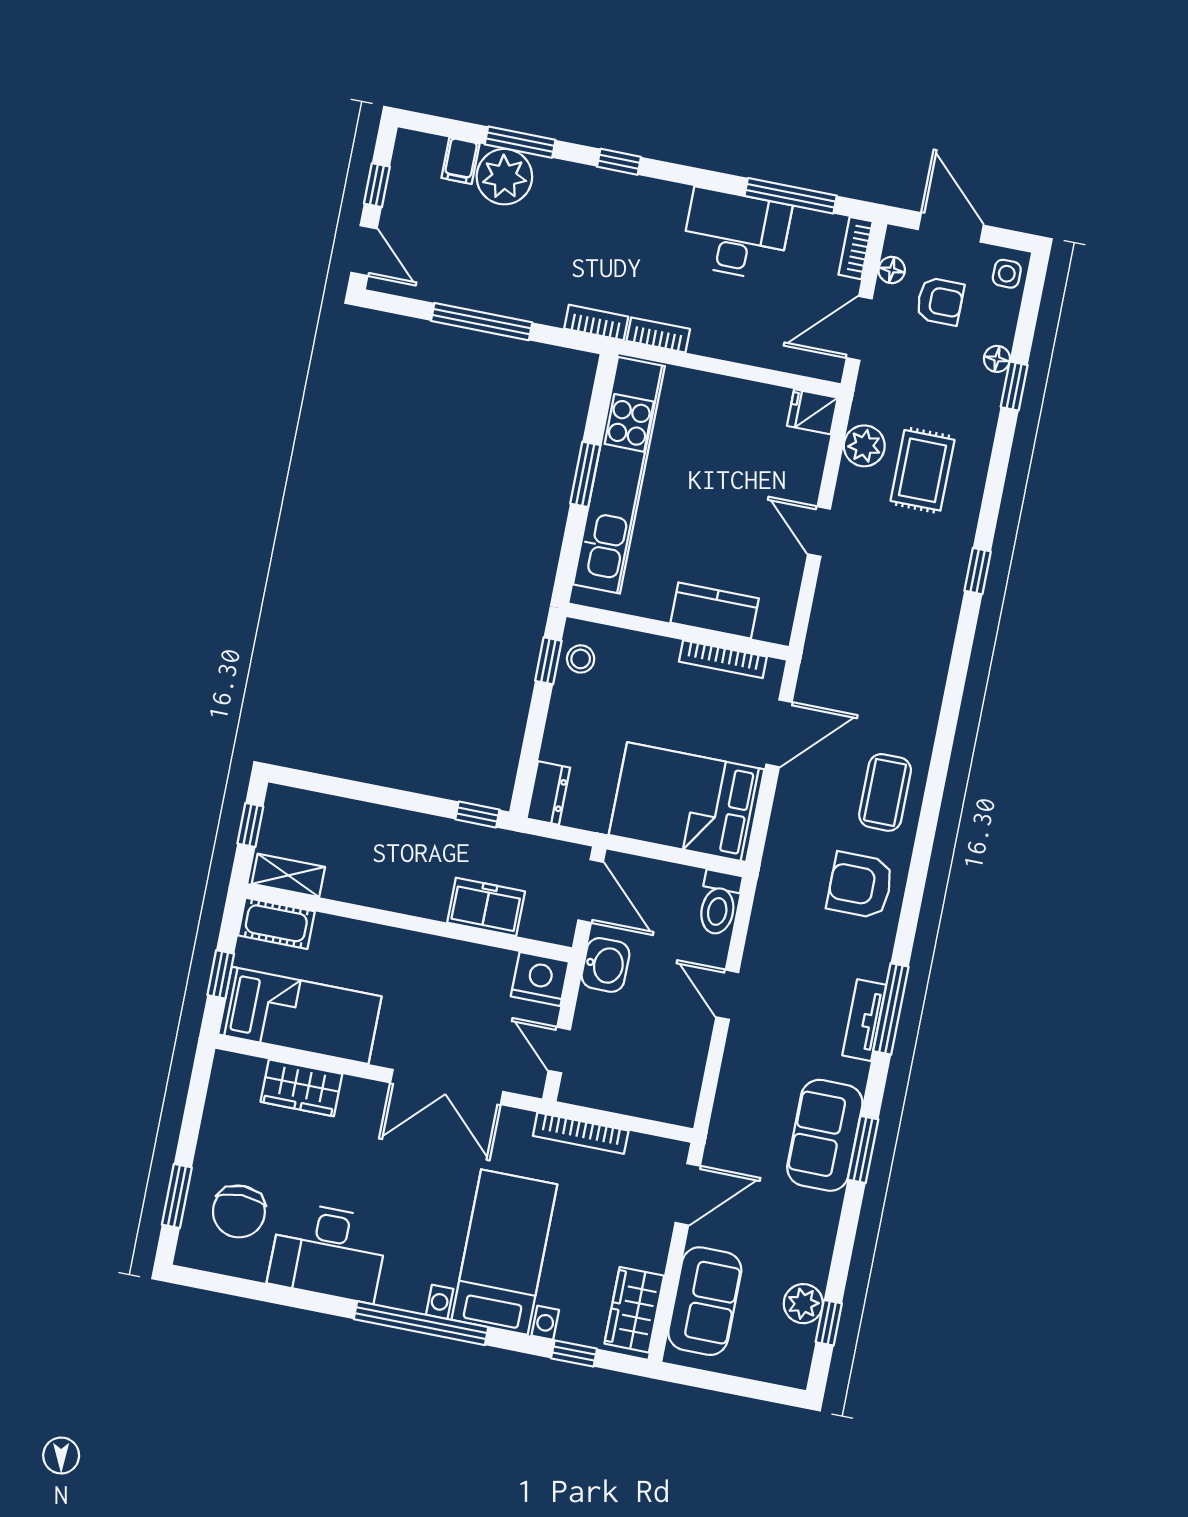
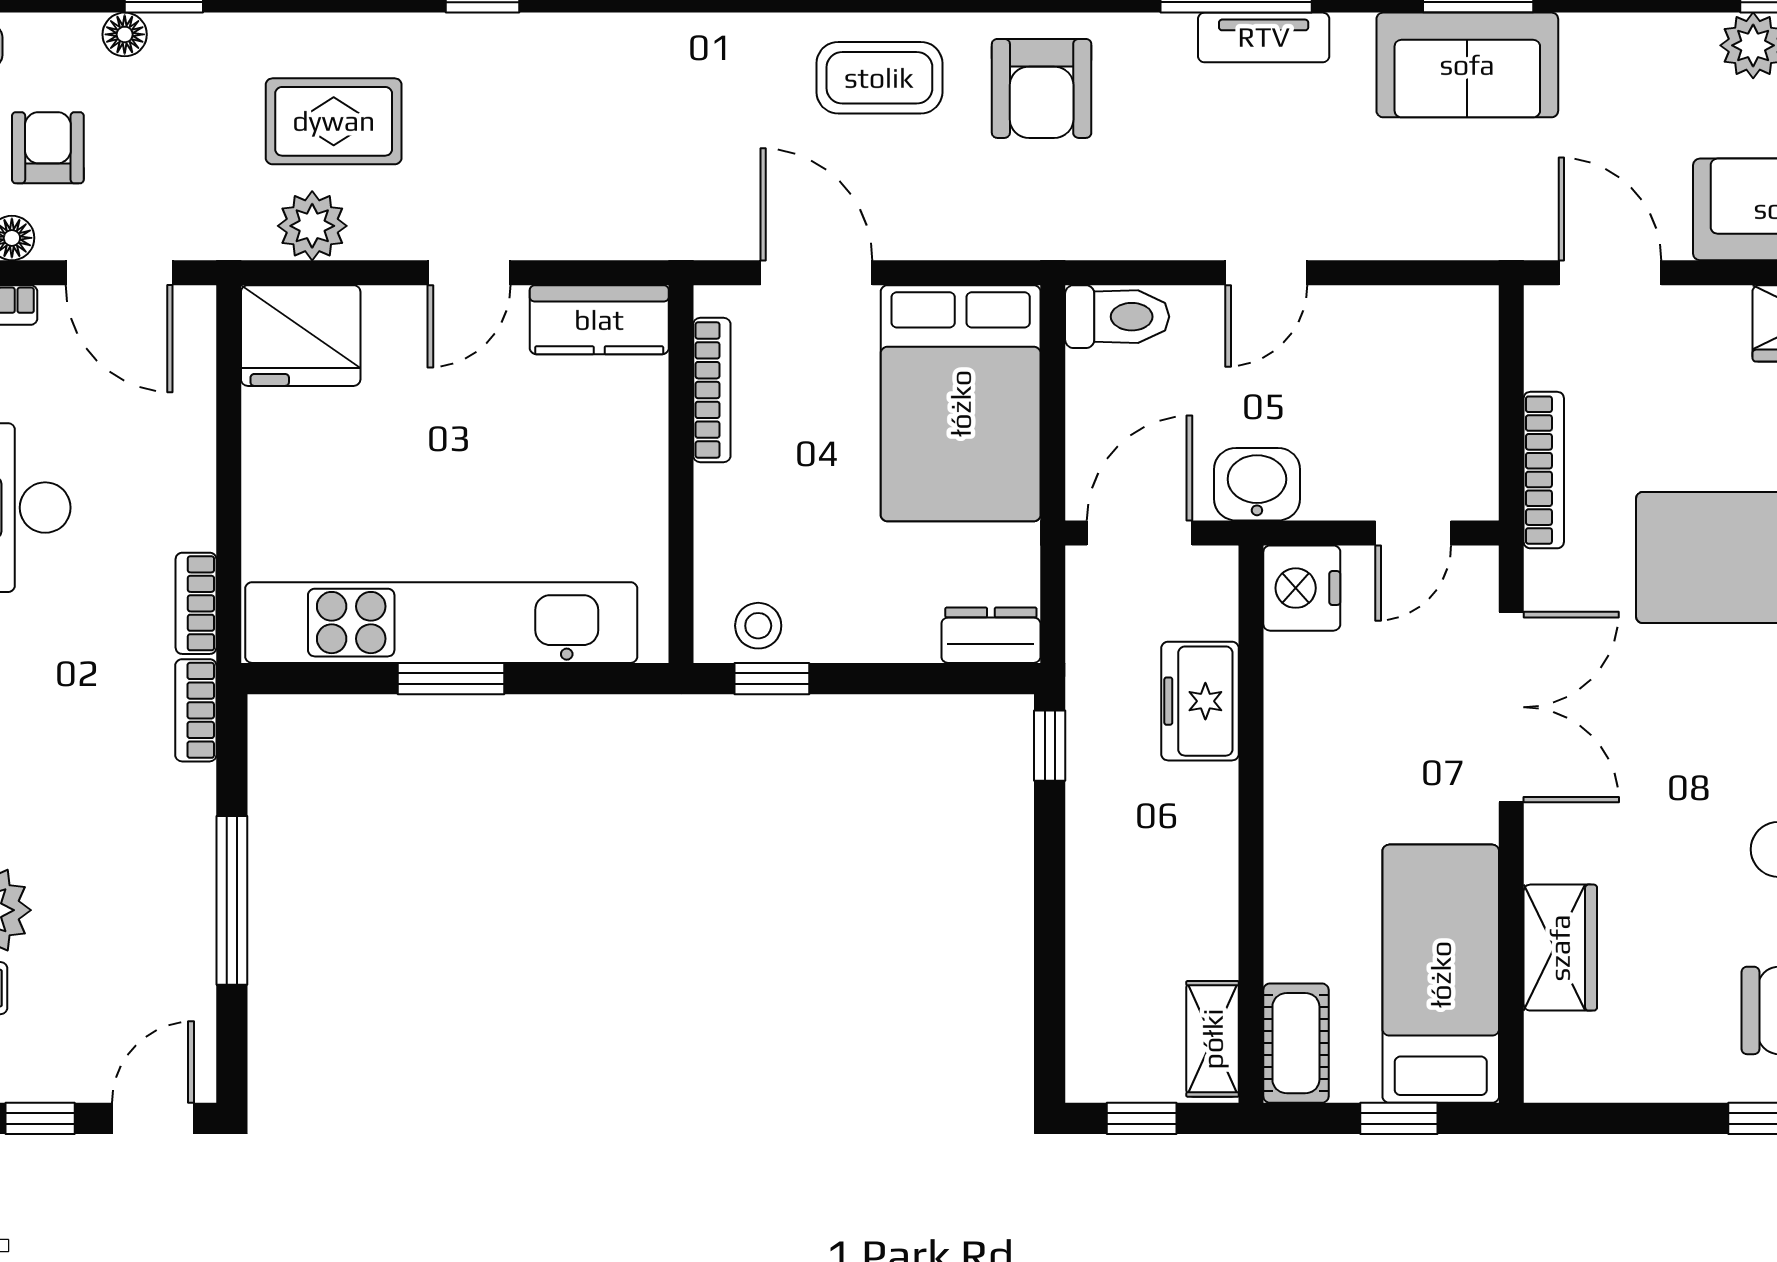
fridge: (812, 412) -> (301, 336), width x1.88, depth x1.34
kitchen counter: (715, 610) -> (599, 320), moved, turned -90

